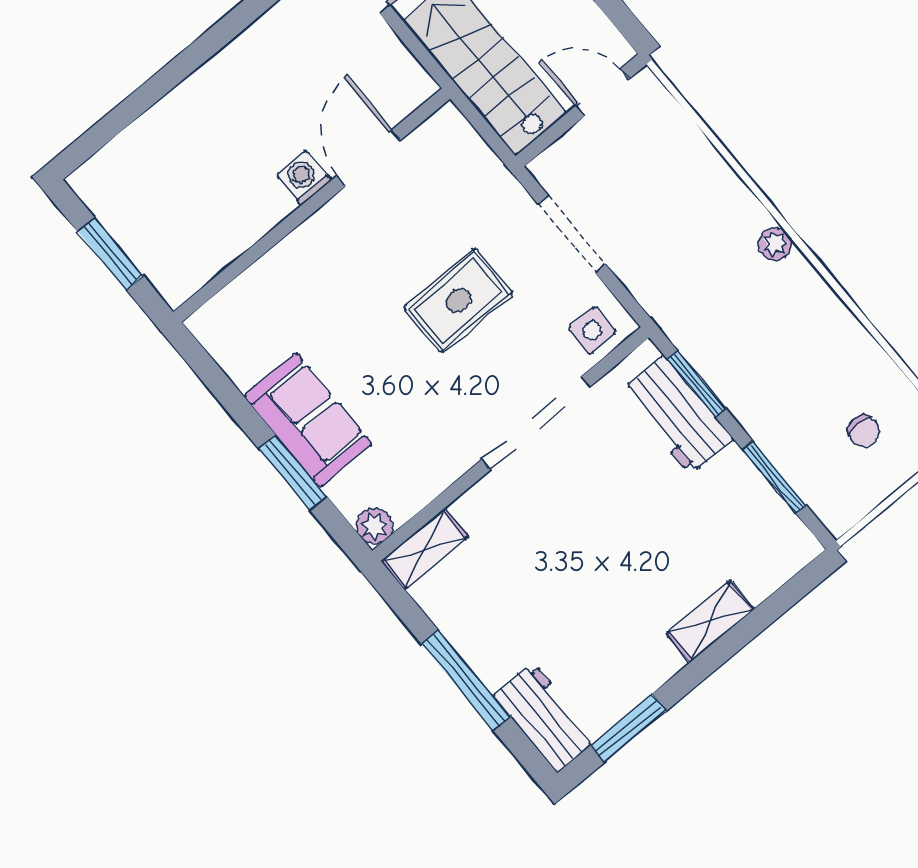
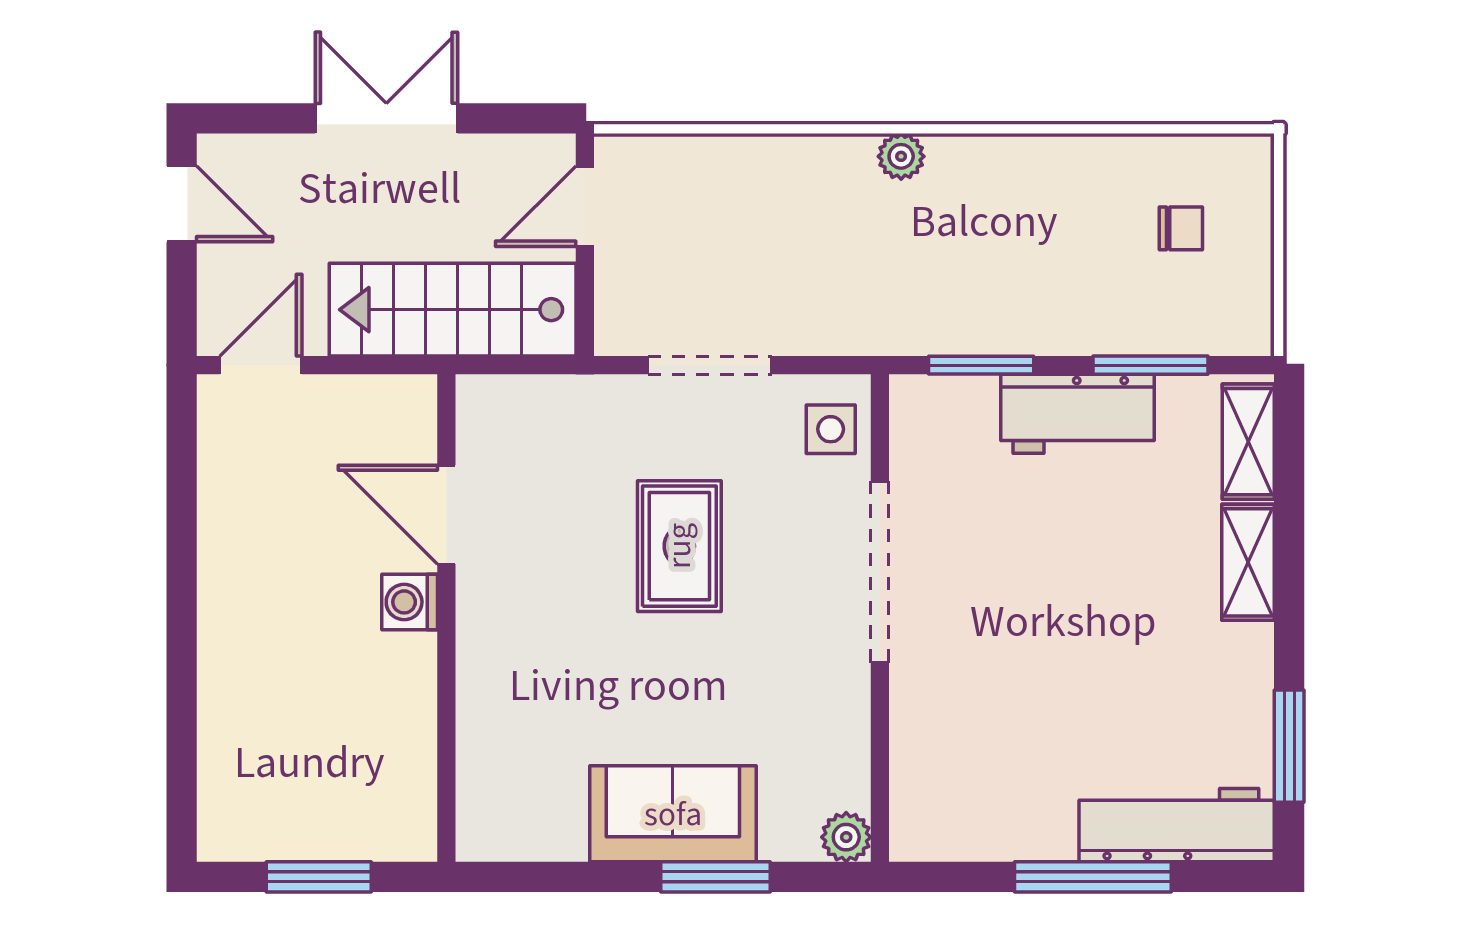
workbench: (677, 415) -> (1077, 414), moved
shelving: (424, 549) -> (1248, 442), moved
workbench: (545, 717) -> (1177, 825), width x1.38

